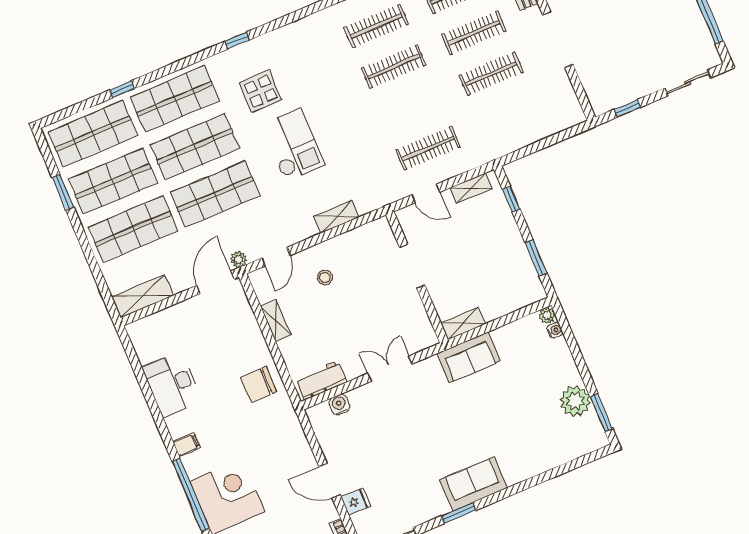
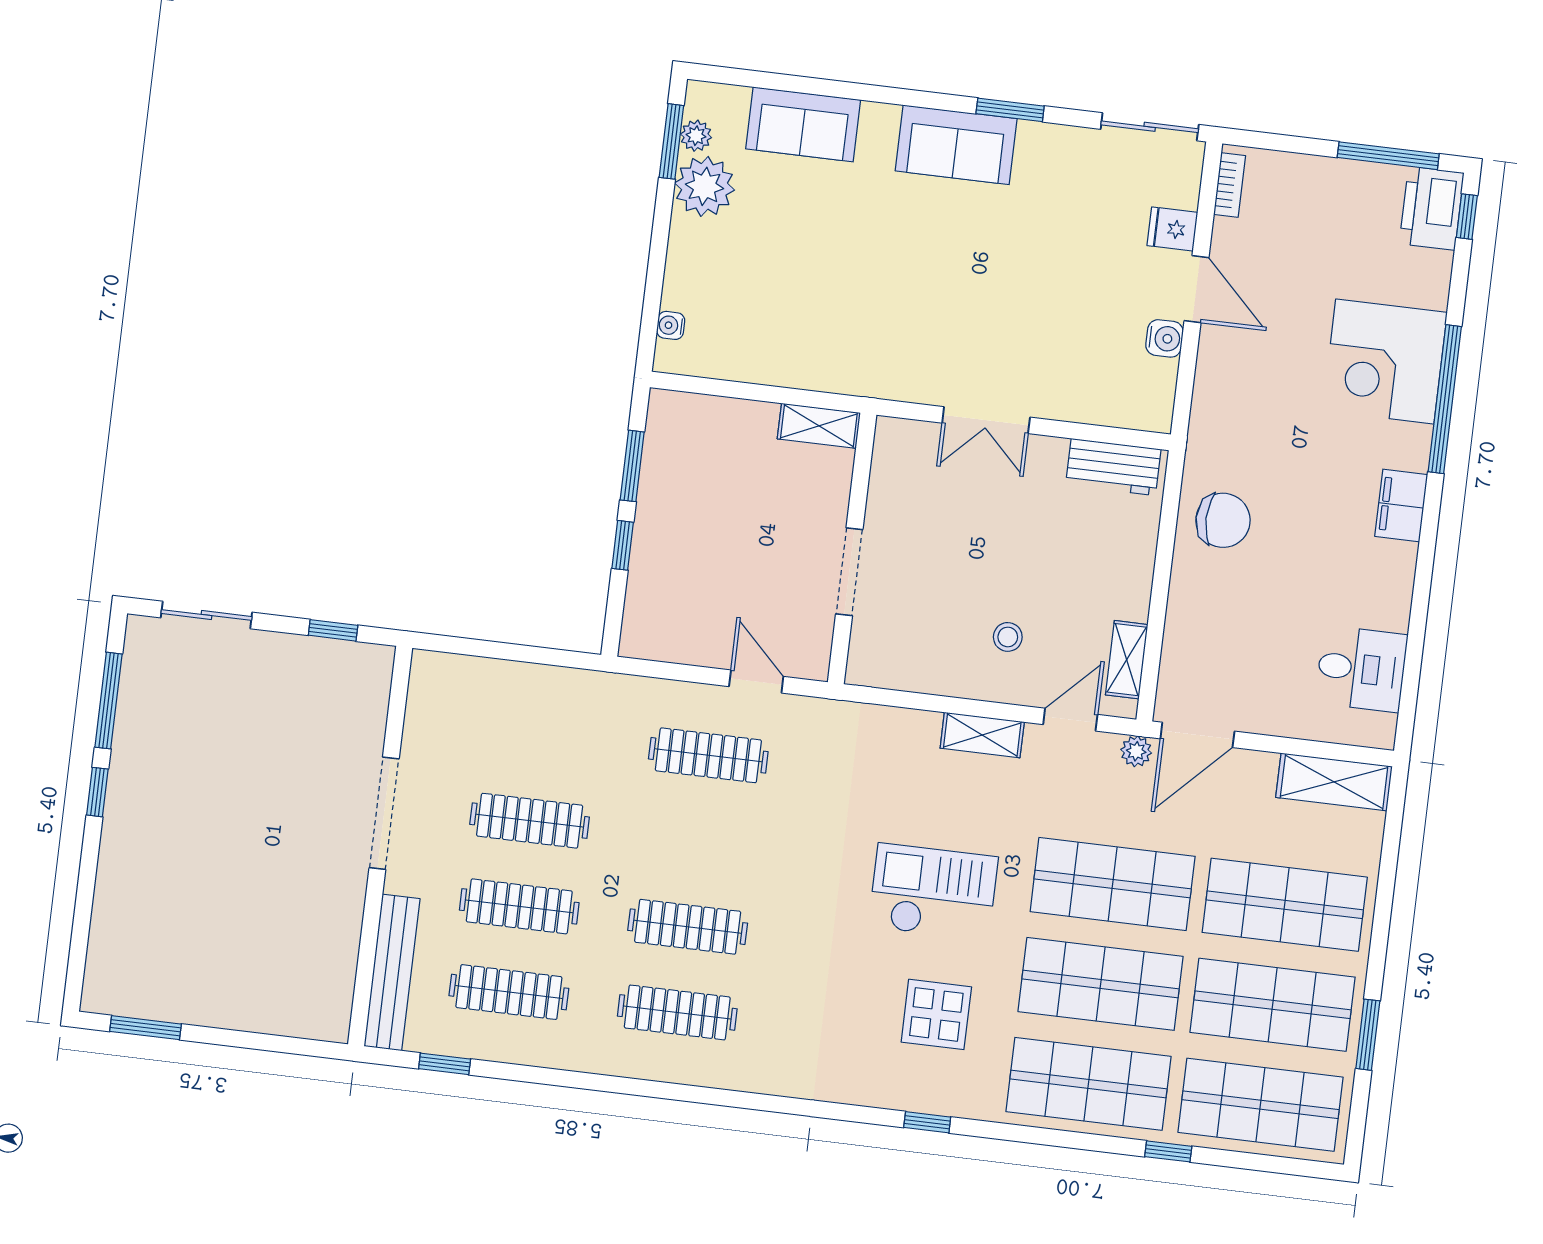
checkout: (293, 145) -> (933, 892), turned 90
shelving: (471, 188) -> (675, 647), removed
window: (511, 199) -> (623, 545), moved
shelving: (337, 217) -> (982, 735), moved
plant: (547, 316) -> (696, 136), moved
shelving: (276, 321) -> (1127, 660), moved
sofa: (469, 357) -> (803, 124), moved, turned 180
desk: (172, 384) -> (1361, 669), moved, width x0.73
water cooler: (339, 404) -> (1165, 338), moved, turned -90
filing cabinet: (187, 445) -> (1401, 505), width x2.00

